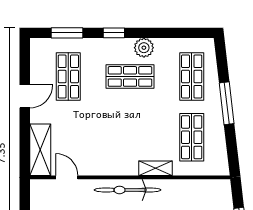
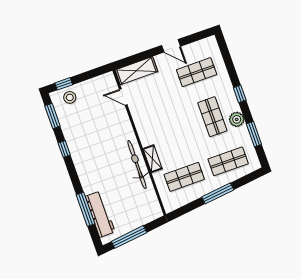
window: (67, 33) -> (254, 134), moved
door: (67, 177) -> (123, 97), swing flipped
bicycle: (128, 190) -> (137, 165), moved

